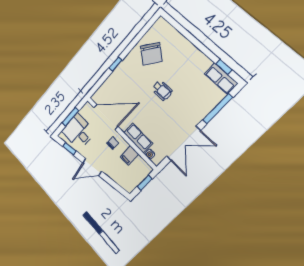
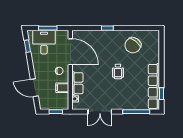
row of seats: (221, 79) -> (154, 86), width x2.02
double door: (183, 143) -> (100, 112), width x0.73
door: (92, 167) -> (34, 88), moved

